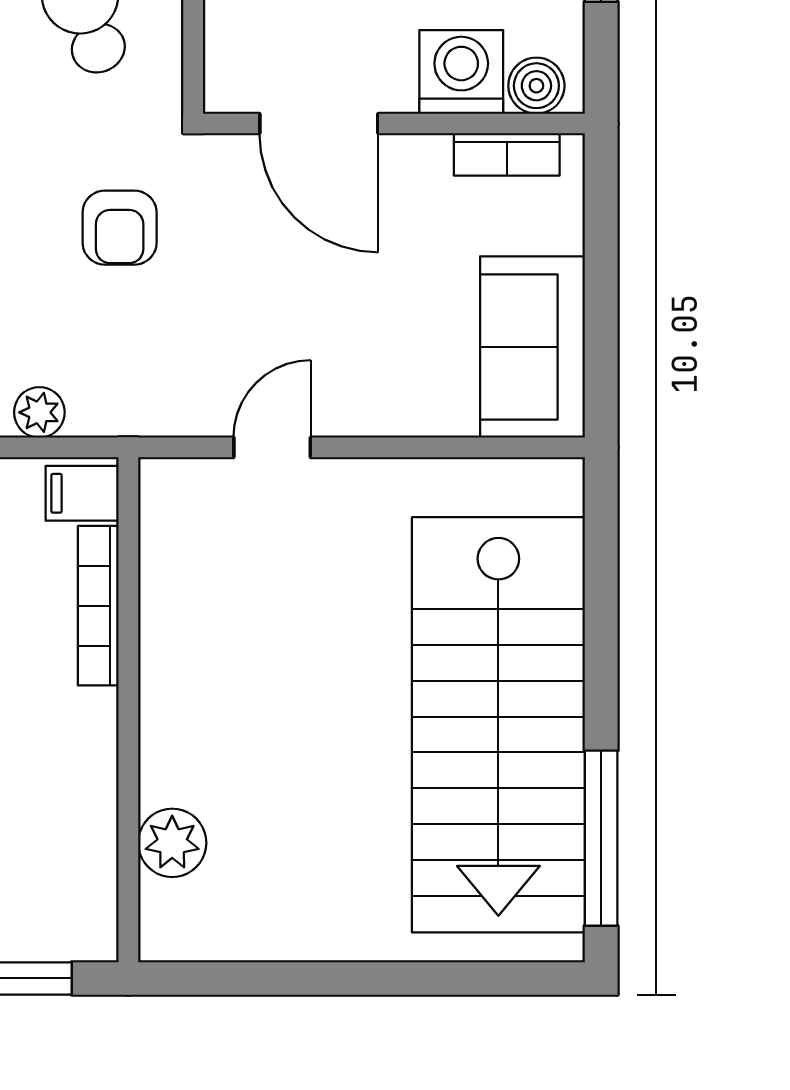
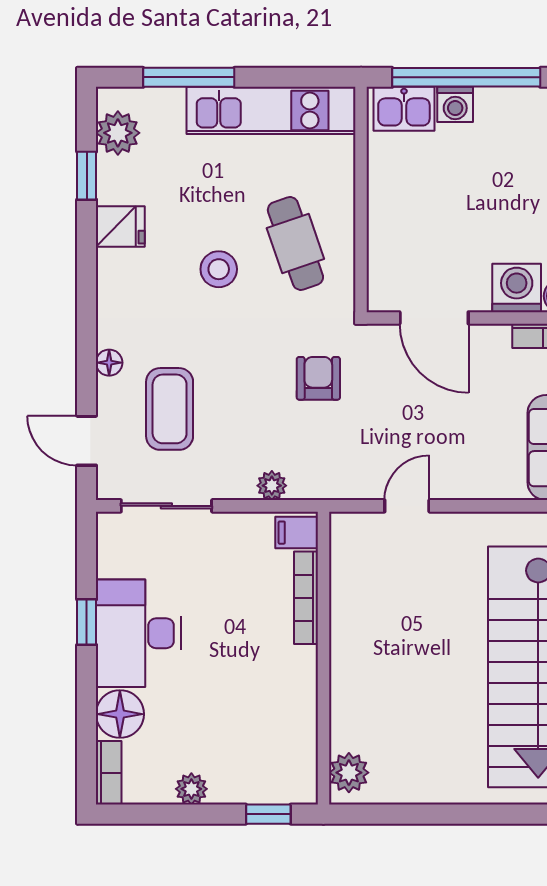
armchair: (120, 228) -> (318, 378), turned 180
plant: (172, 843) -> (349, 773), moved

